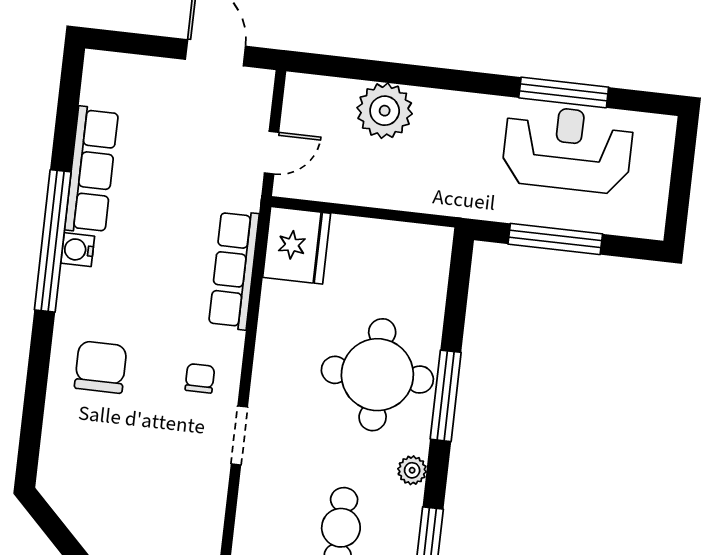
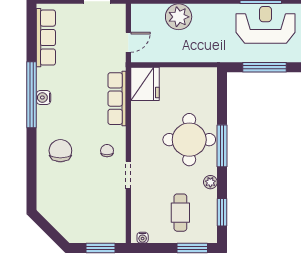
row of seats: (92, 170) -> (46, 38), moved

